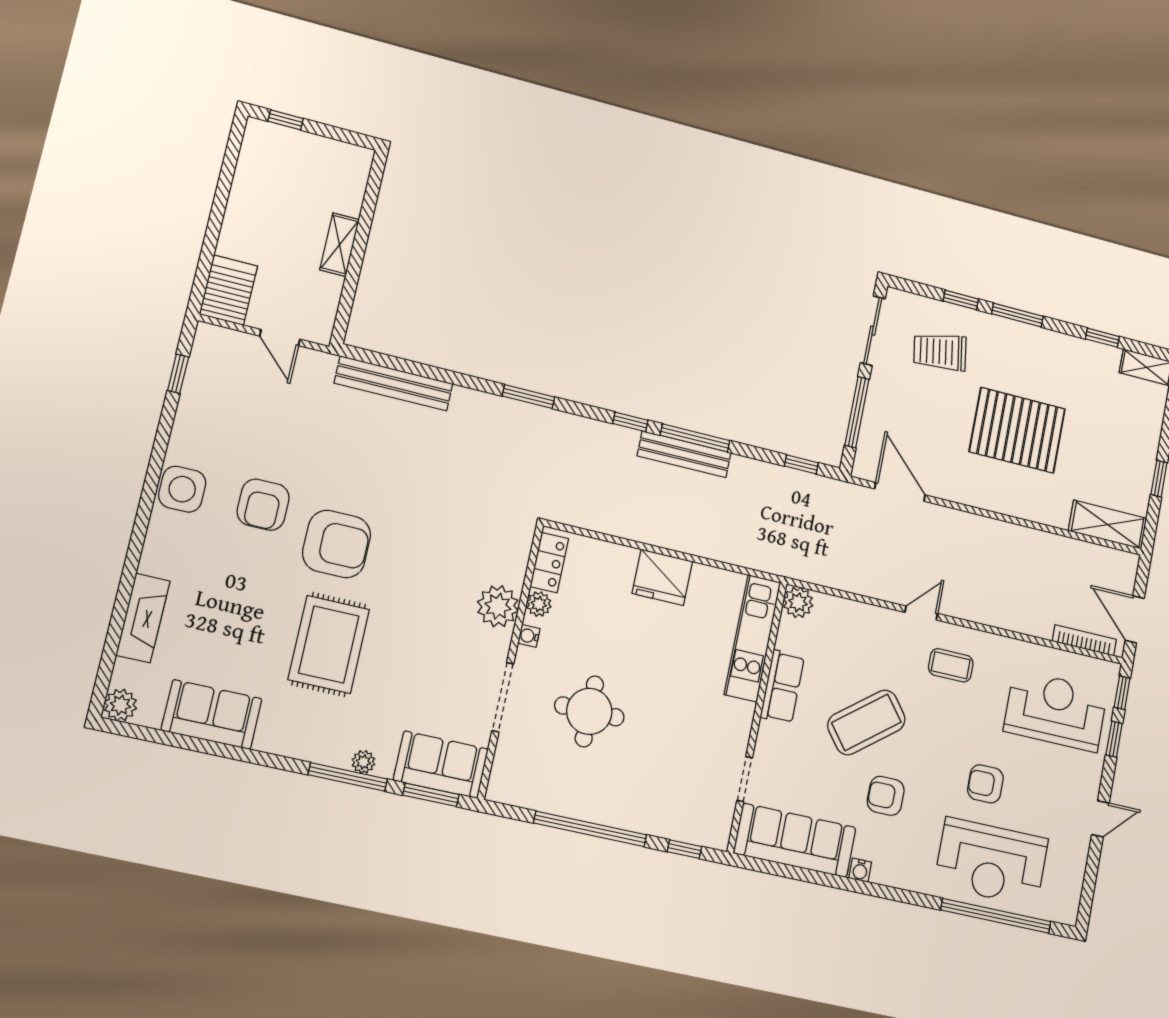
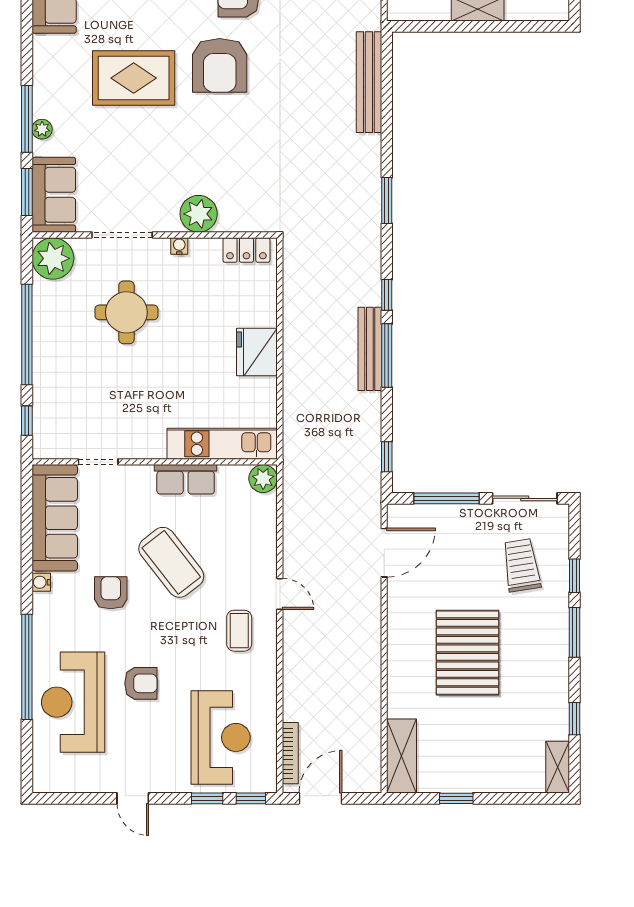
plant: (539, 604) -> (53, 258), moved, width x1.87, depth x1.87
armchair: (985, 784) -> (141, 683), turned 90
window: (996, 916) -> (27, 667), moved

